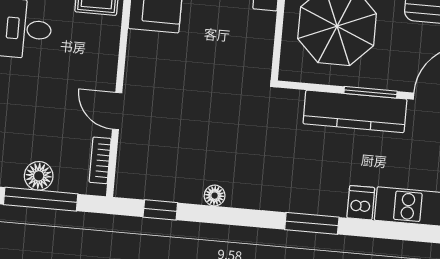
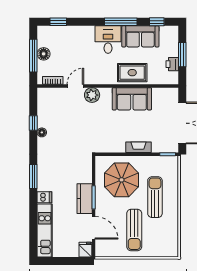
plant: (141, 75) -> (92, 95), added
kitchen counter: (355, 111) -> (85, 199), width x0.67
window: (160, 210) -> (33, 123), moved

